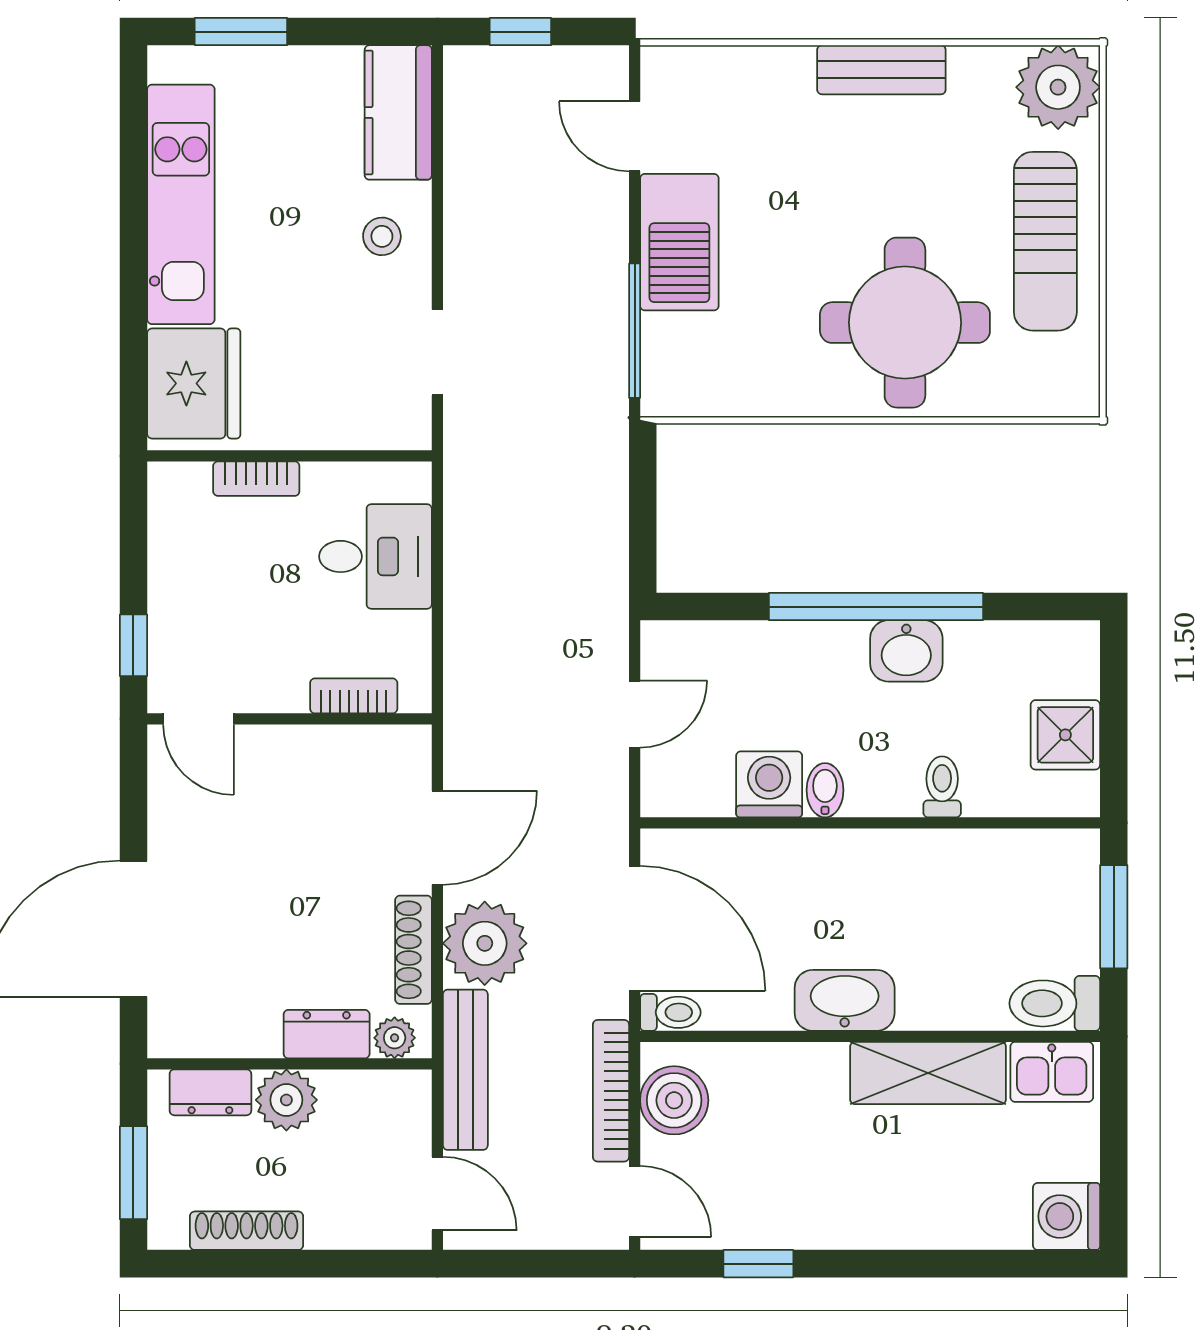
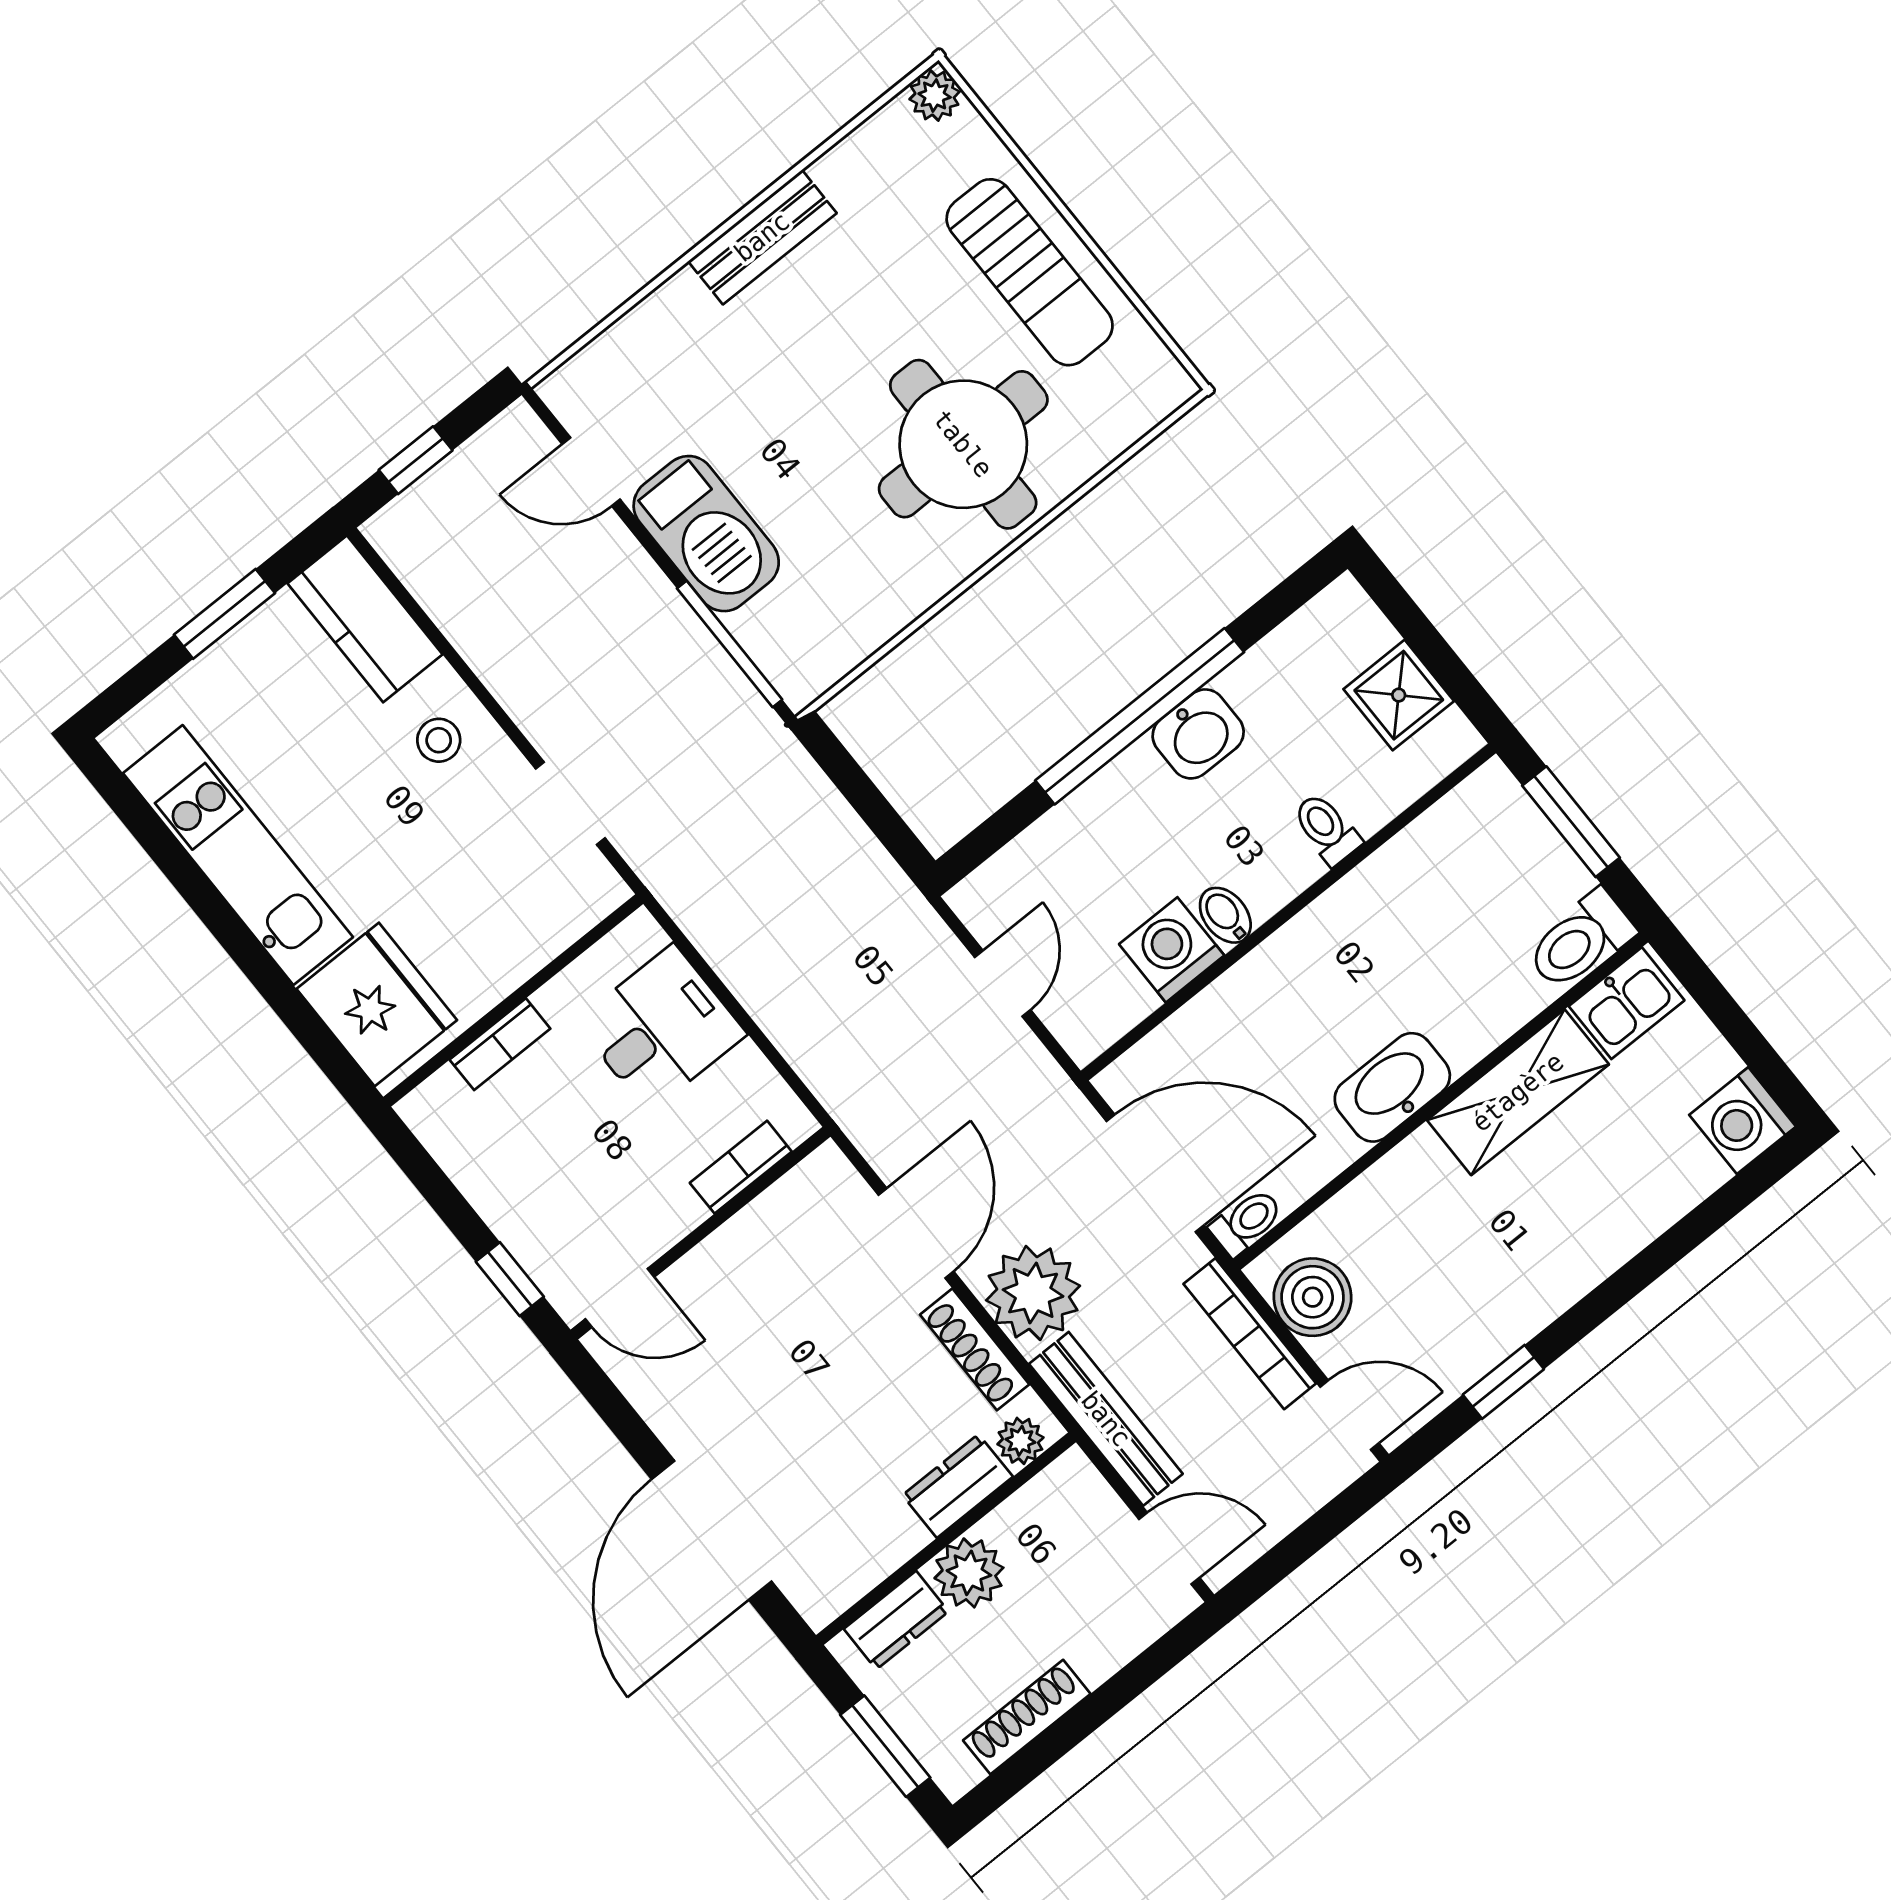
window: (241, 32) -> (224, 614), moved
plant: (1058, 87) -> (935, 95), width x0.53, depth x0.53

